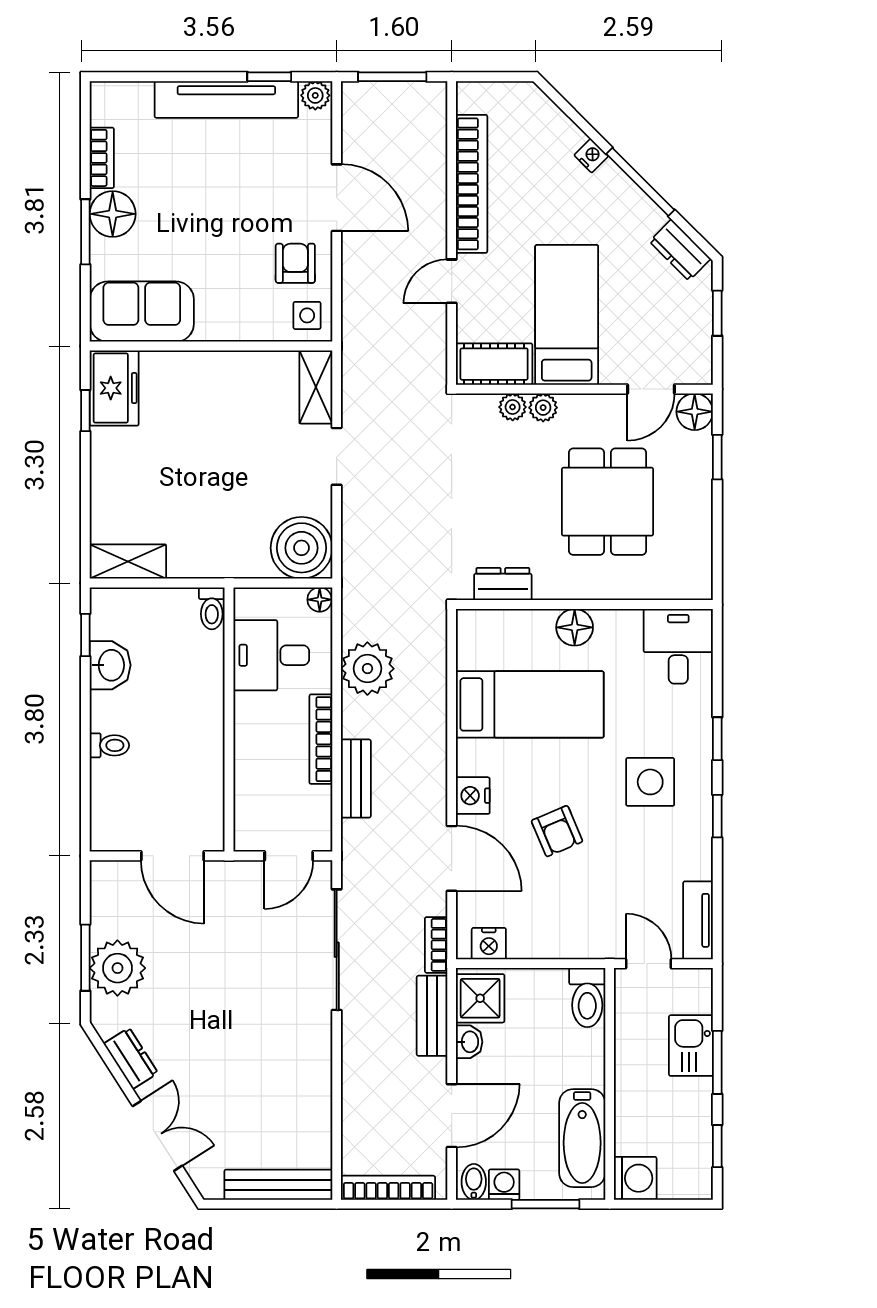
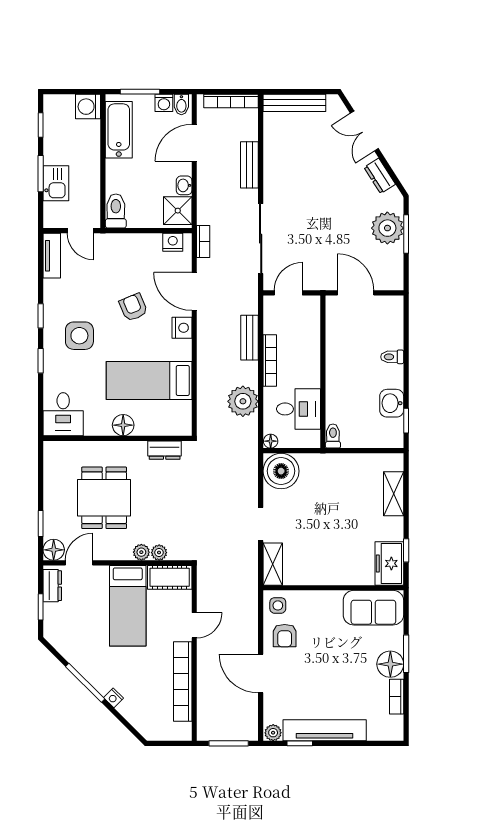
dresser: (680, 250) -> (52, 586), moved, turned 45
shelving: (128, 561) -> (394, 494), moved, turned 90
bench: (432, 1016) -> (249, 165), moved

